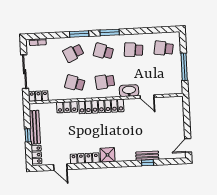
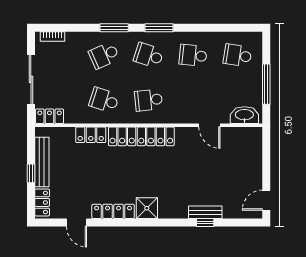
washbasin: (129, 91) -> (244, 115), moved

